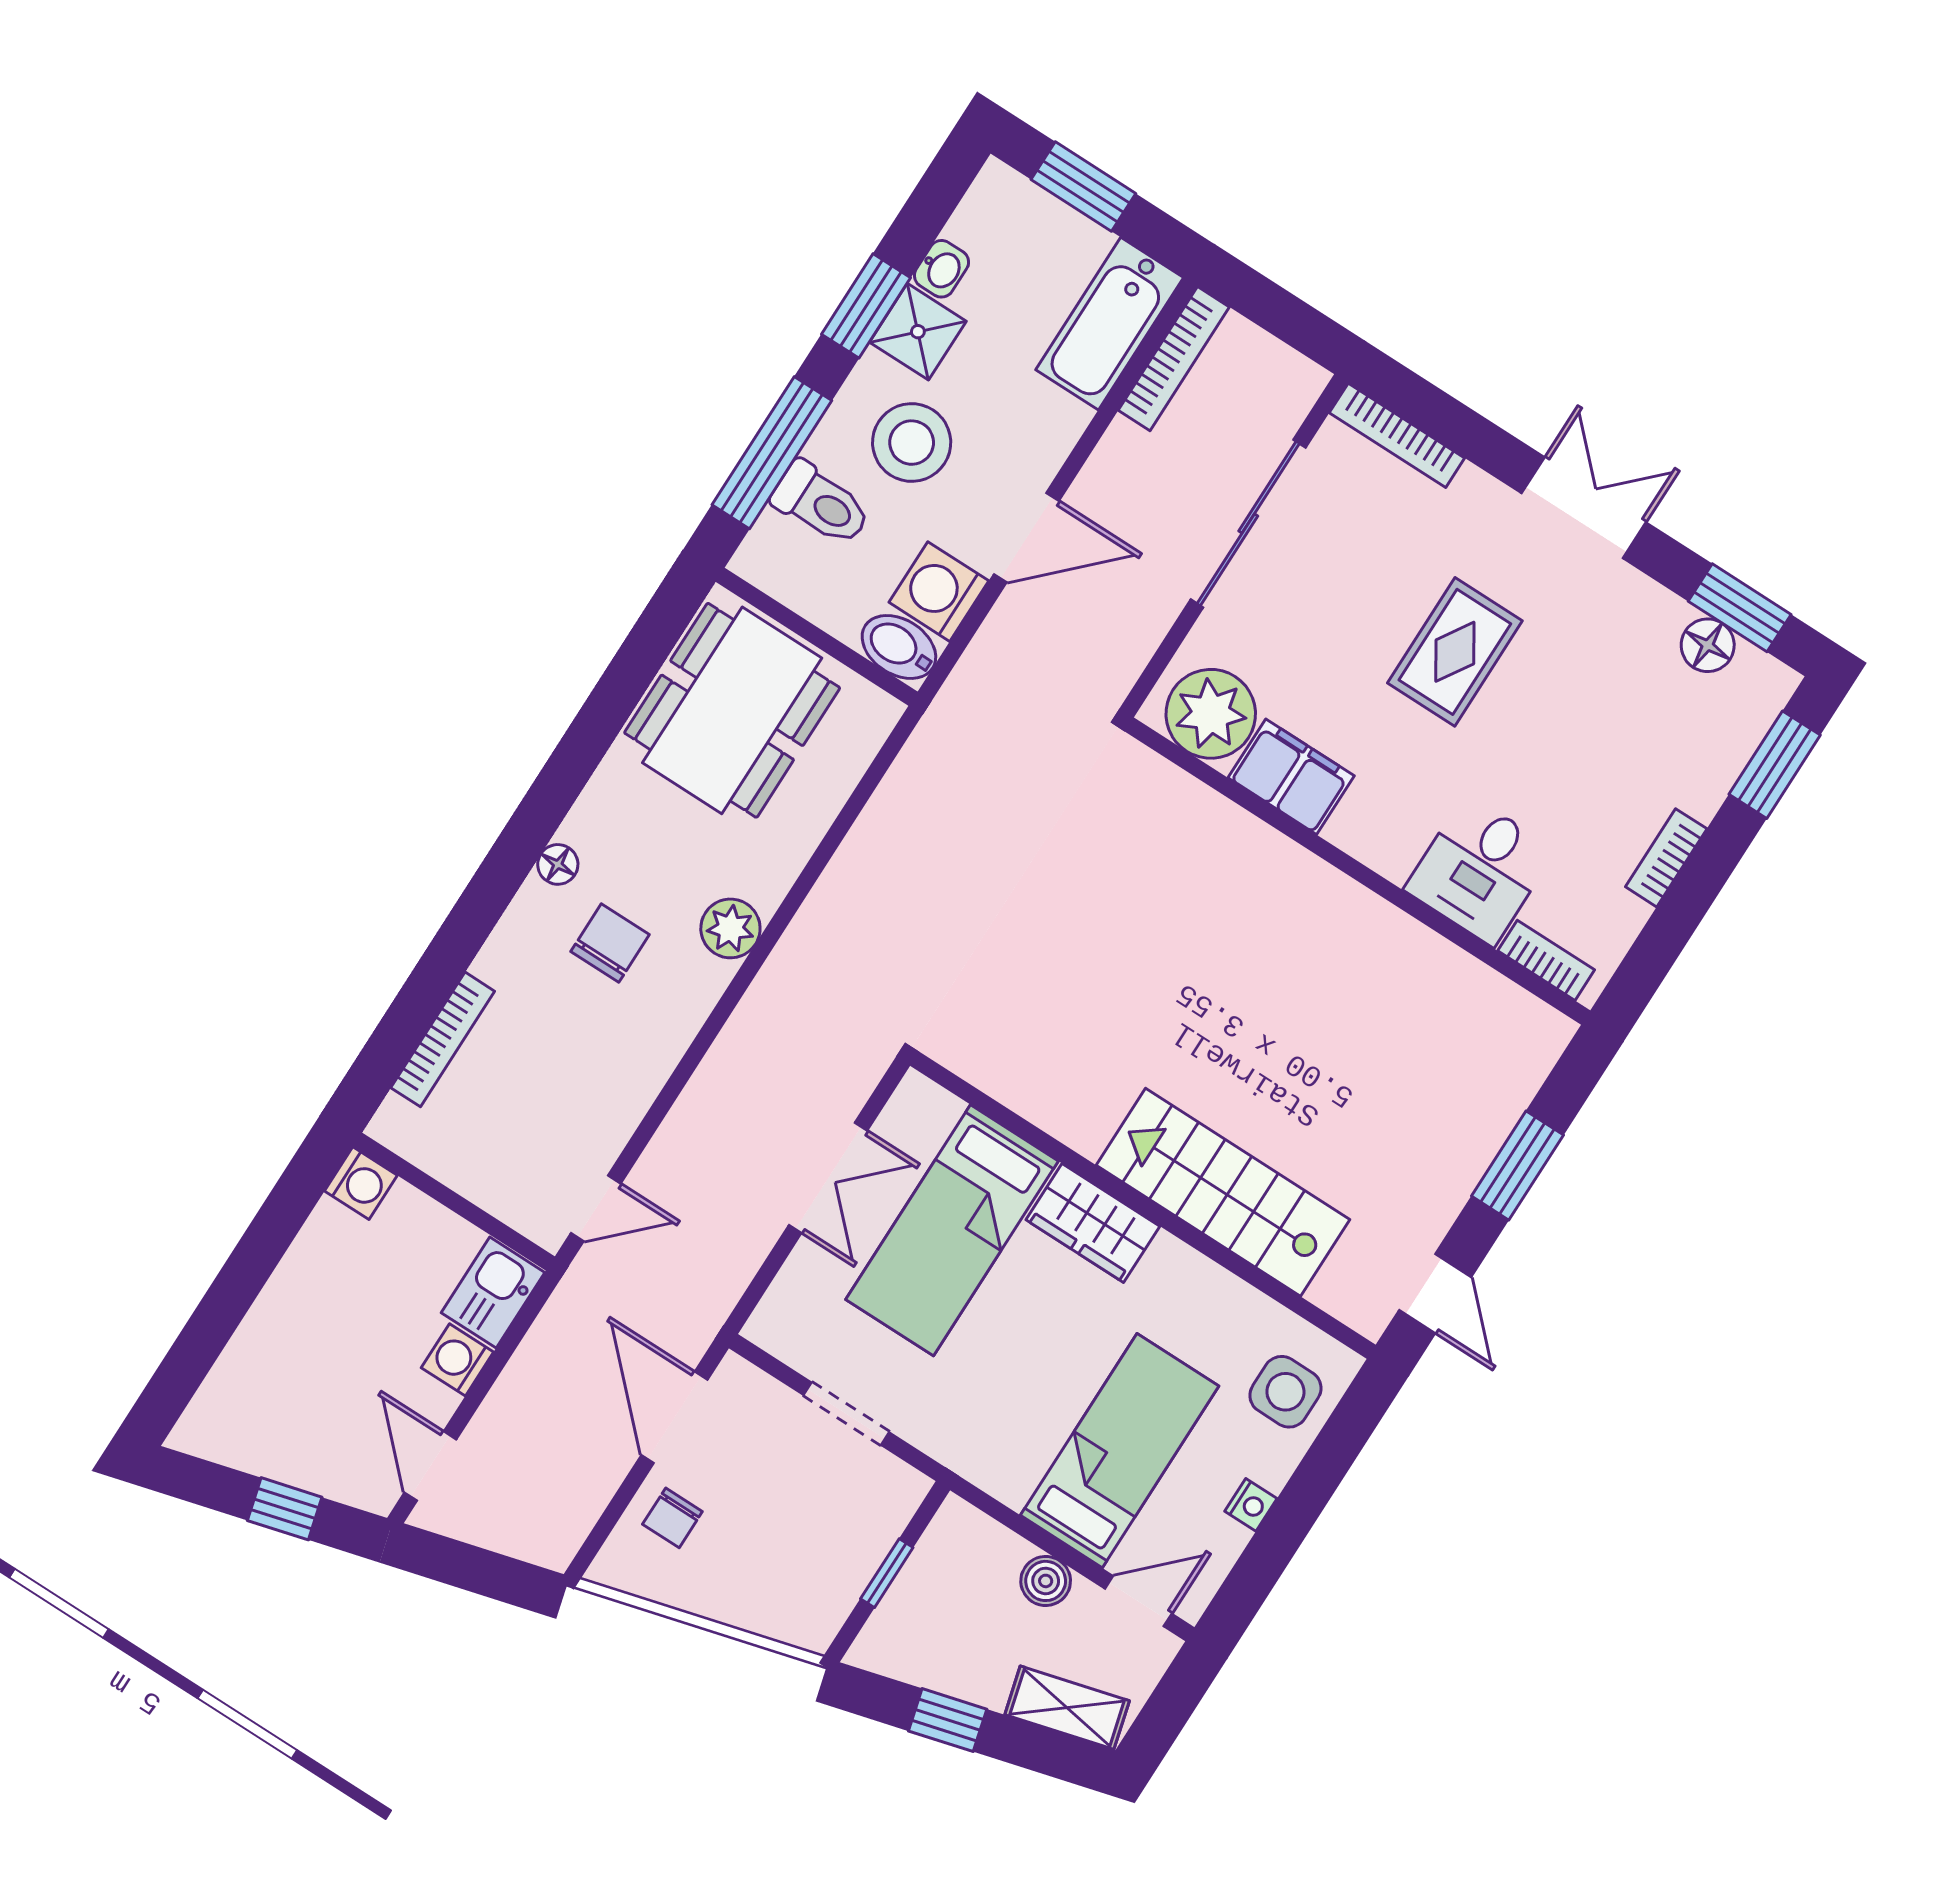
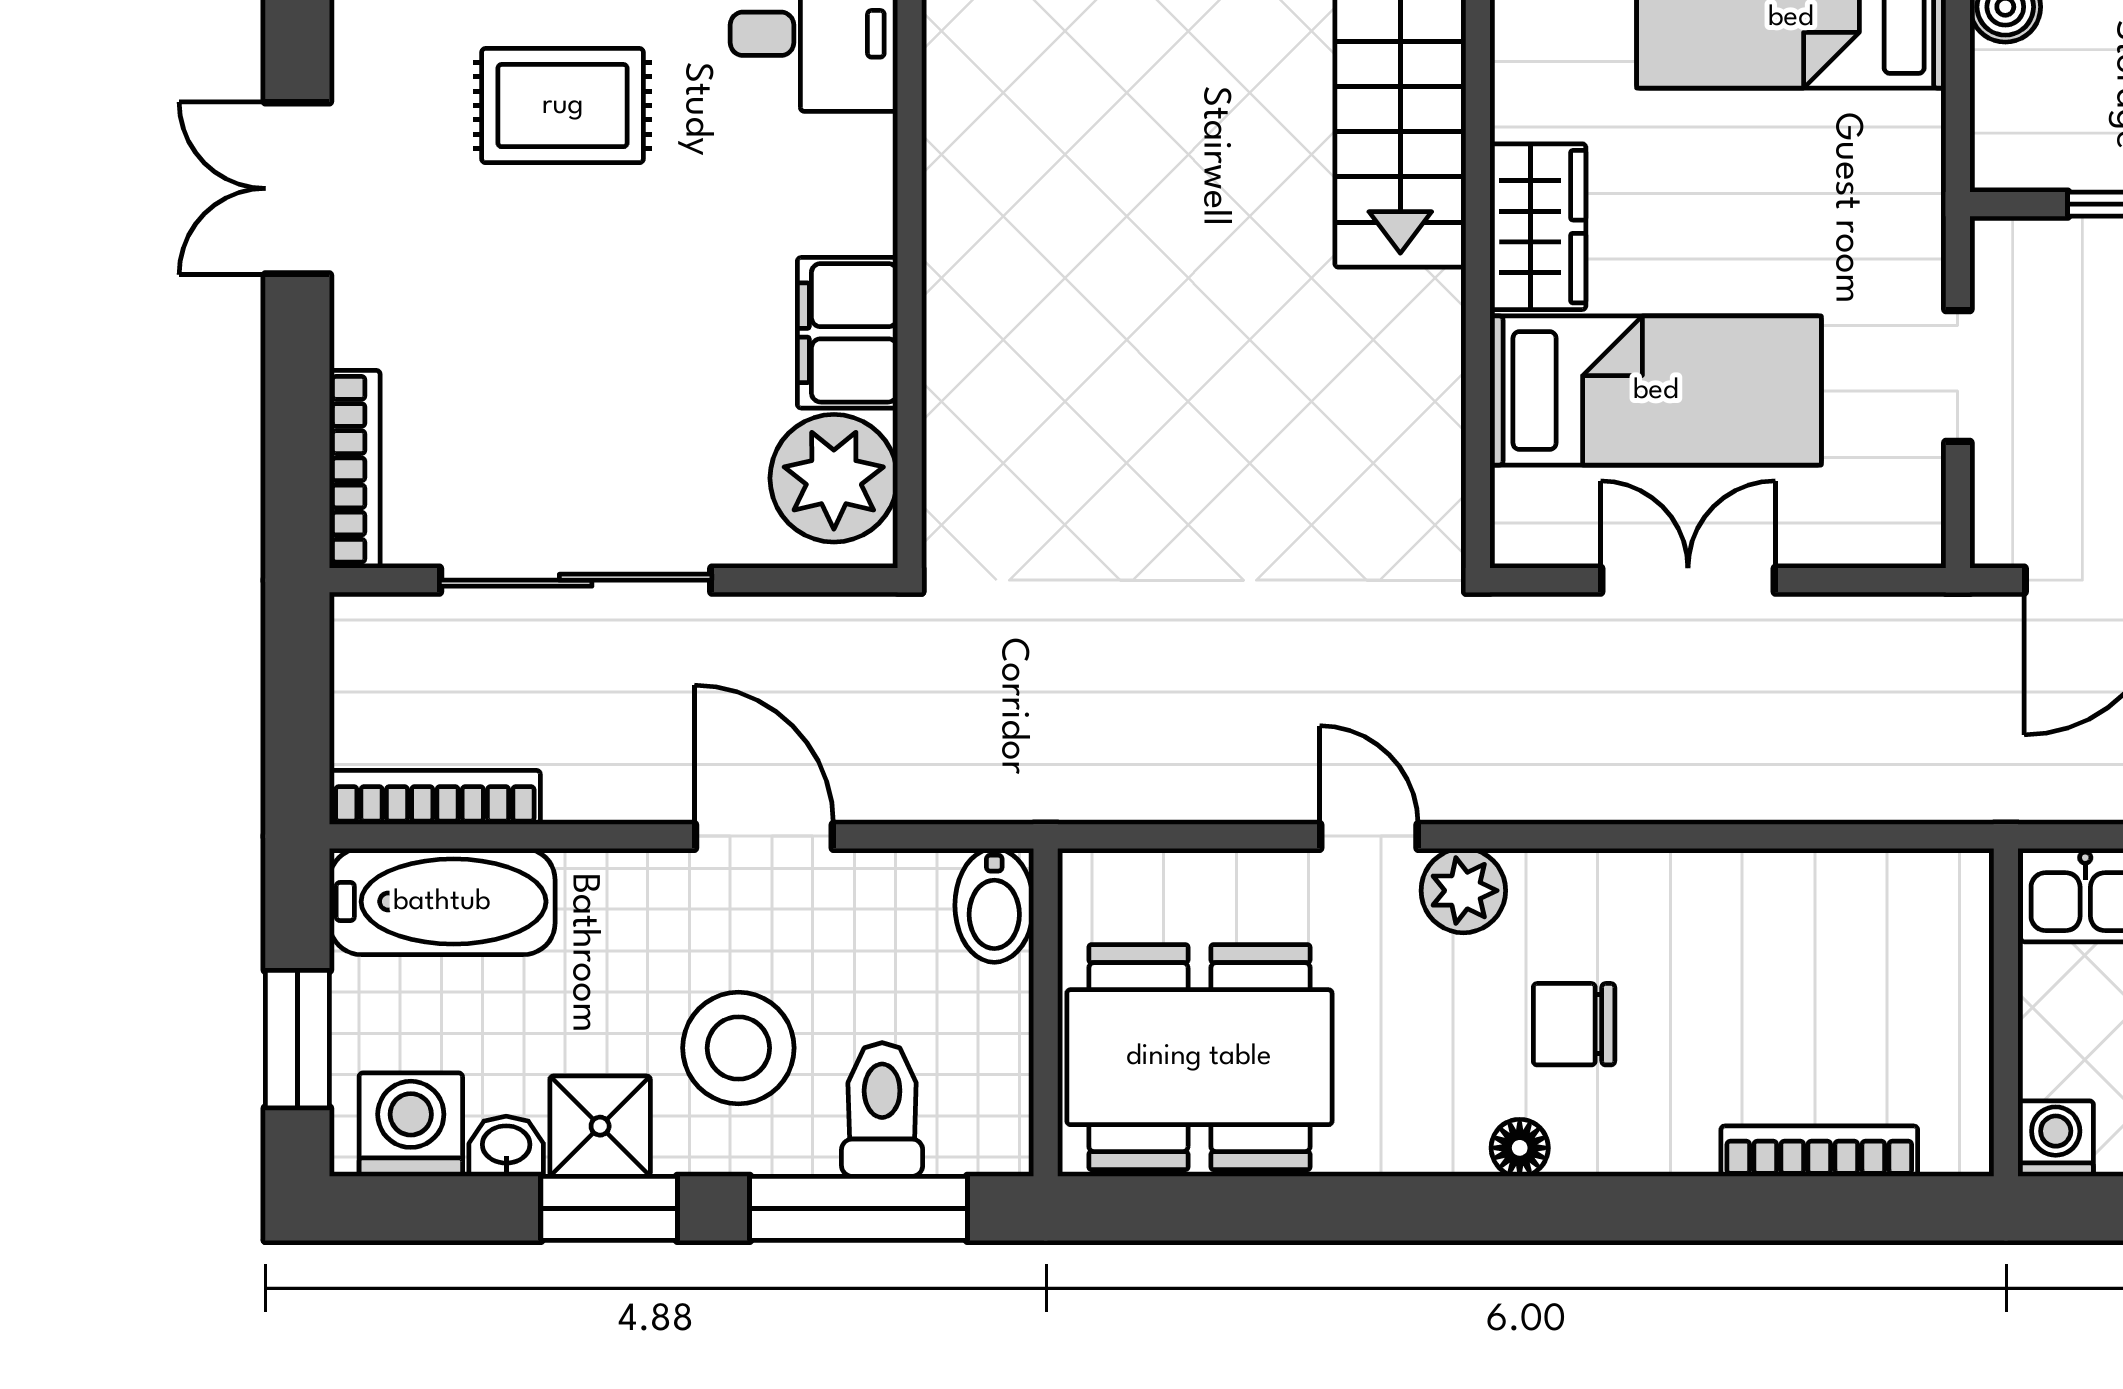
washing machine: (939, 592) -> (411, 1125), moved, turned 180
rug: (1455, 652) -> (563, 106), moved
door: (596, 1208) -> (1369, 836), moved

